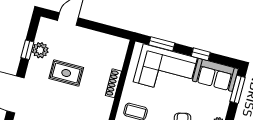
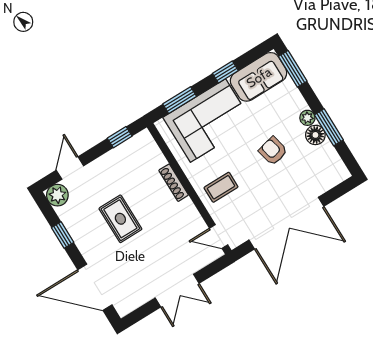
window: (110, 30) -> (120, 137), added
plant: (40, 50) -> (57, 195), moved
rug: (66, 73) -> (120, 219), turned 90

